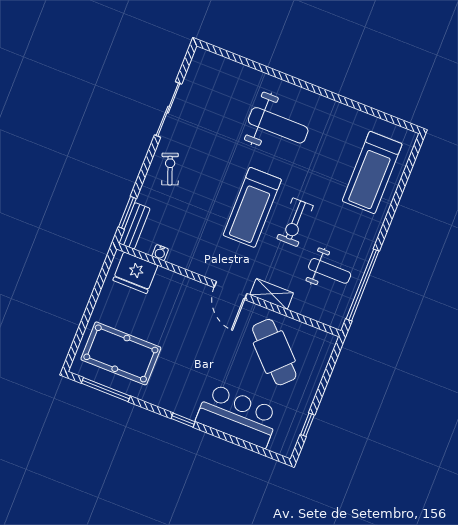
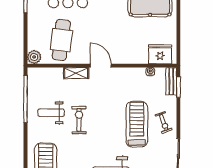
treadmill: (252, 207) -> (137, 124), moved
weight bench: (330, 271) -> (51, 113), moved
plant: (325, 343) -> (34, 57), added
cafe table: (274, 352) -> (61, 40), turned 52

